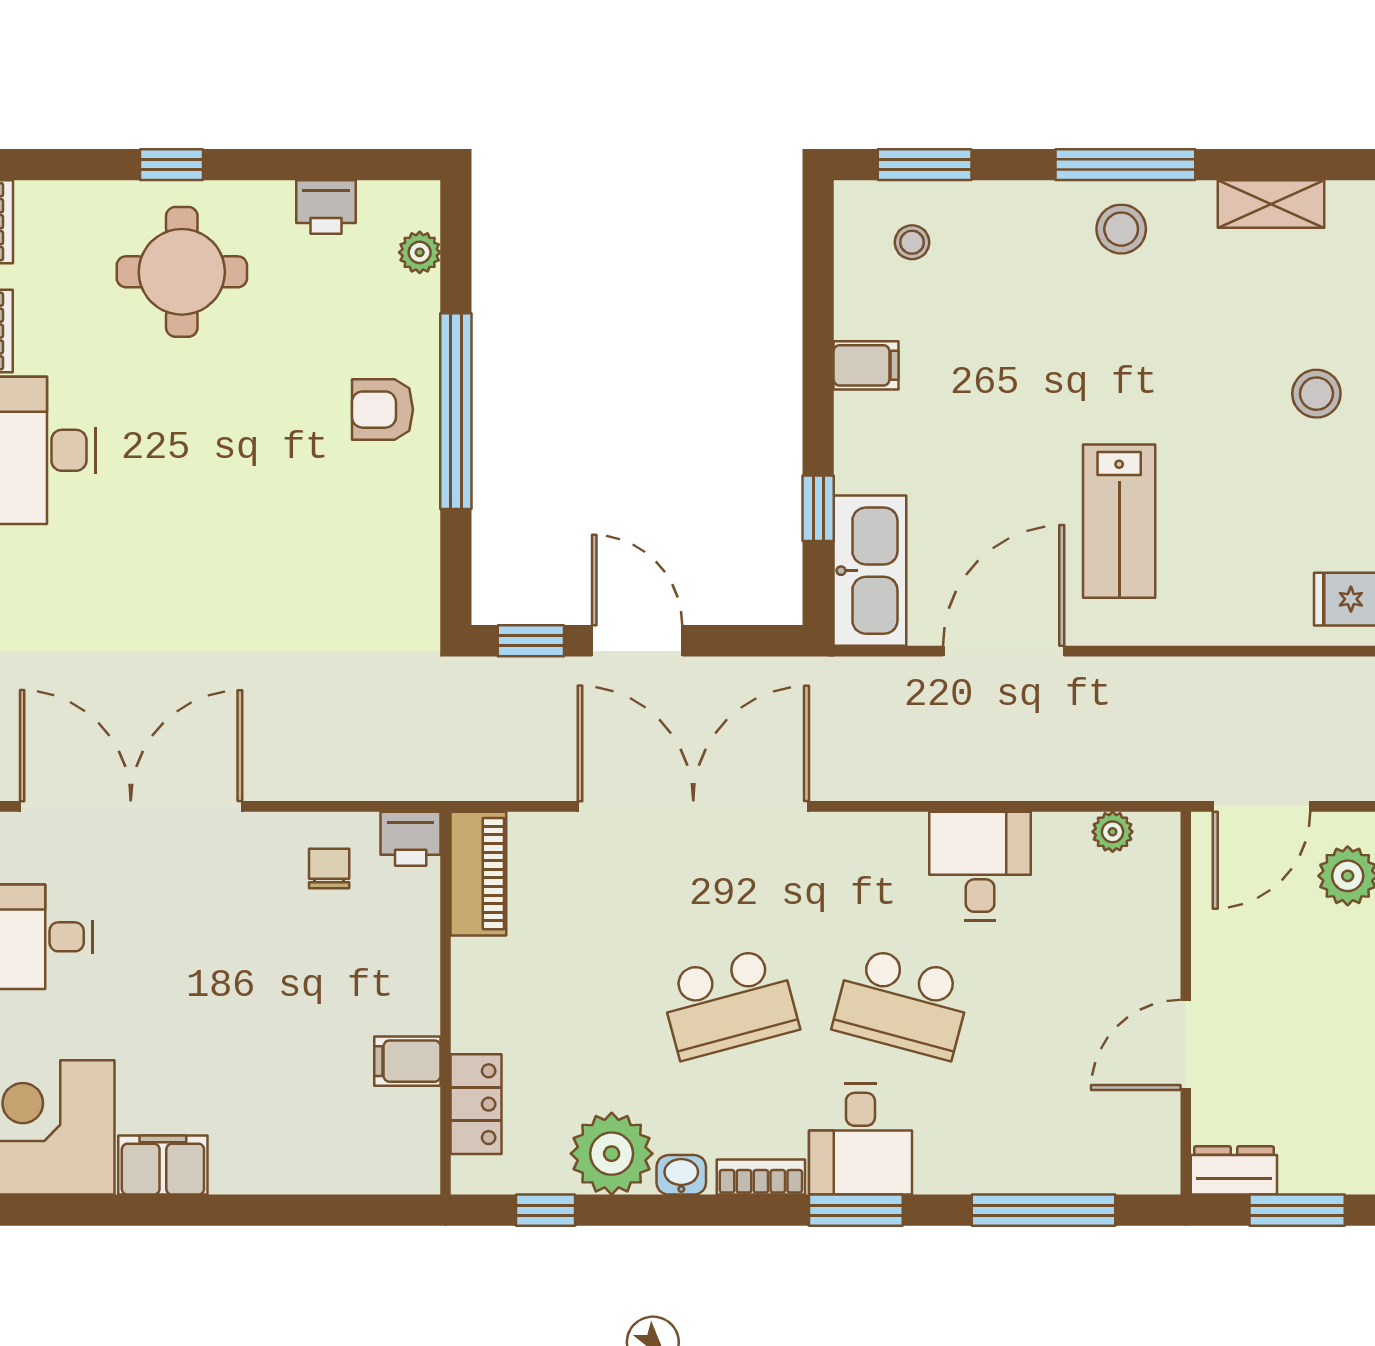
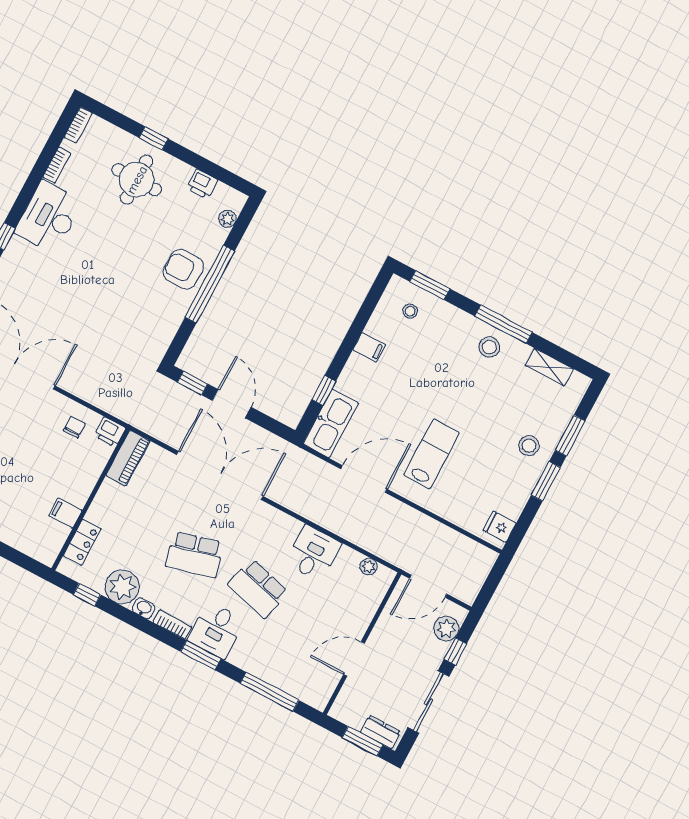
armchair: (382, 410) -> (183, 269), width x1.38, depth x1.38
lab bench: (1119, 521) -> (432, 454), turned 180
dresser: (1234, 1170) -> (380, 732), moved

